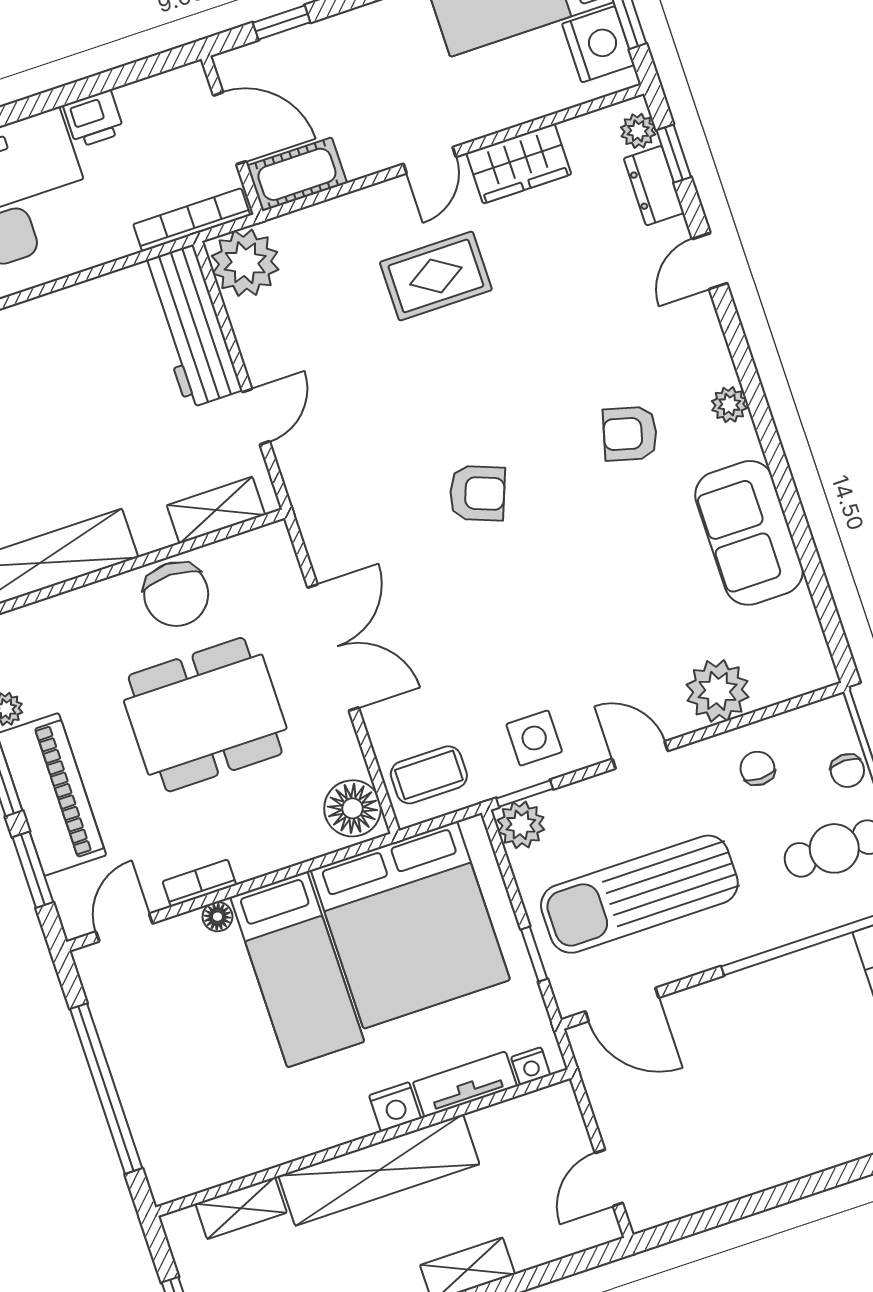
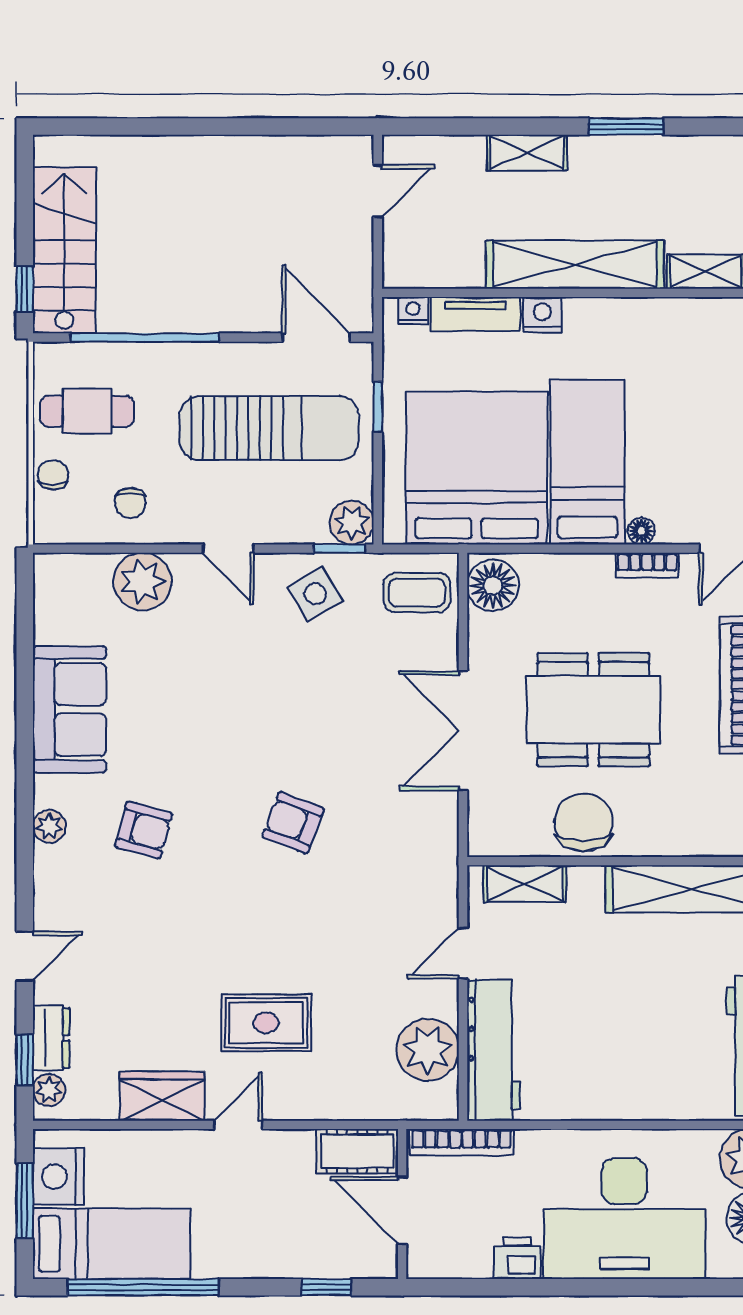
plant: (245, 263) -> (428, 1050), moved
side table: (534, 738) -> (315, 594), turned -31

